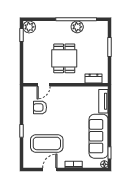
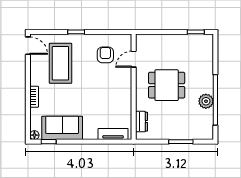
plant: (29, 27) -> (206, 41), removed
door: (44, 85) -> (134, 59), hinge flipped
sofa: (99, 136) -> (62, 128), width x0.73
door: (50, 170) -> (28, 46), moved

